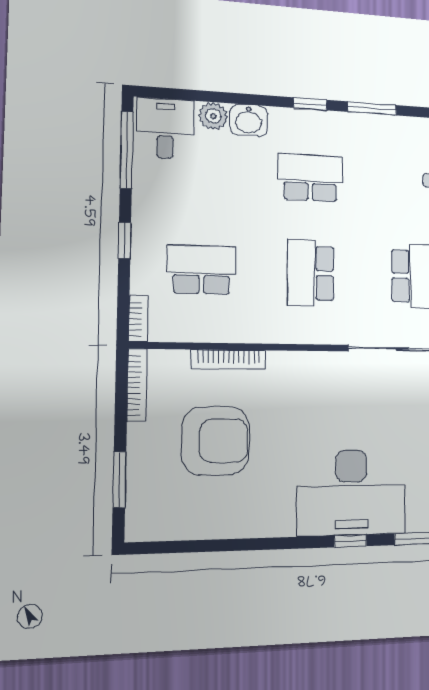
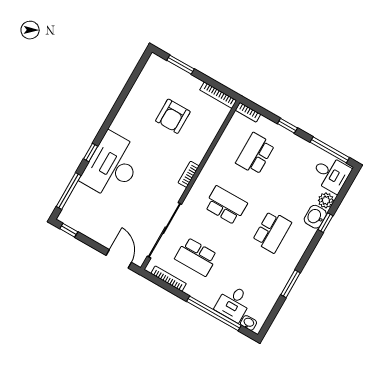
window: (310, 104) -> (326, 223), moved
school desk: (202, 269) -> (255, 154), turned 180
bookcase: (228, 359) -> (189, 174), moved, width x0.64
armchair: (215, 441) -> (173, 116), width x0.73, depth x0.73

